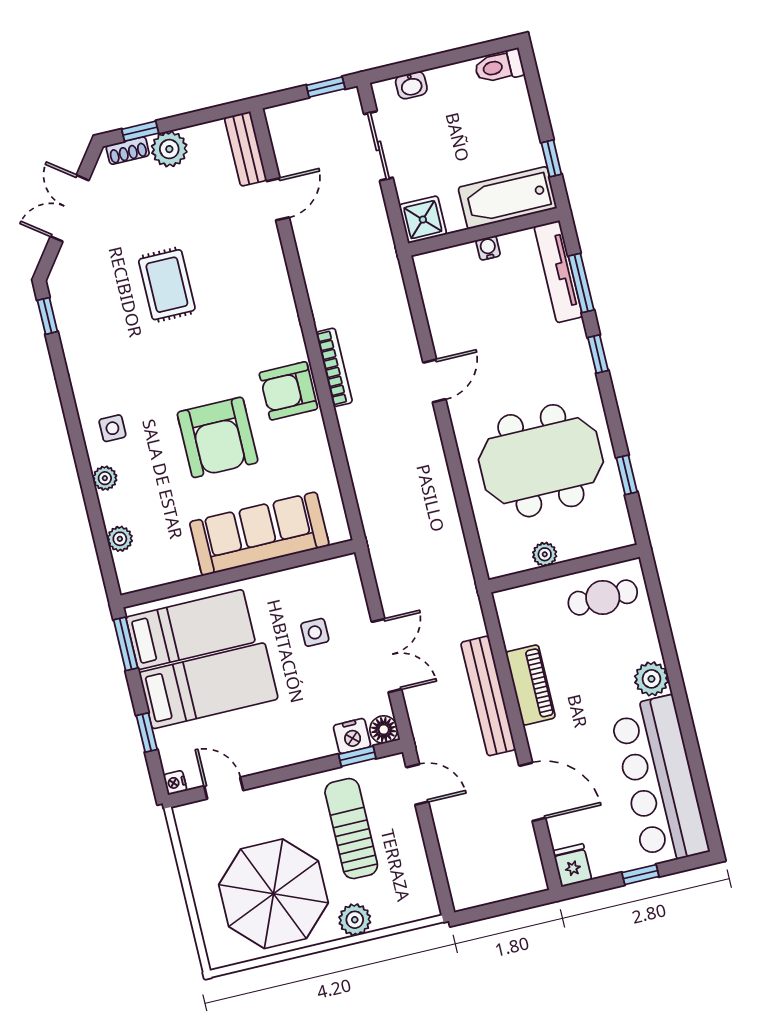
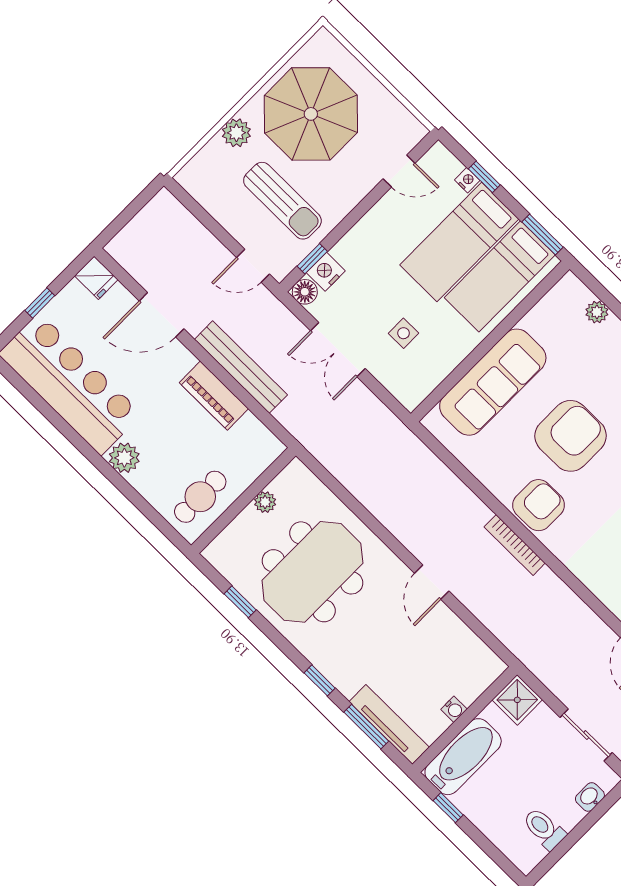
toilet: (499, 67) -> (544, 829), moved, turned -90
armchair: (218, 437) -> (571, 436), turned 90
nightstand: (175, 783) -> (467, 180), moved

